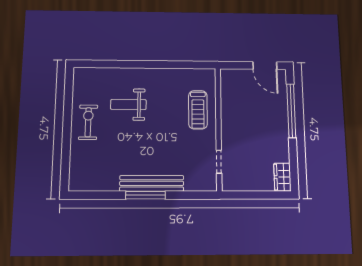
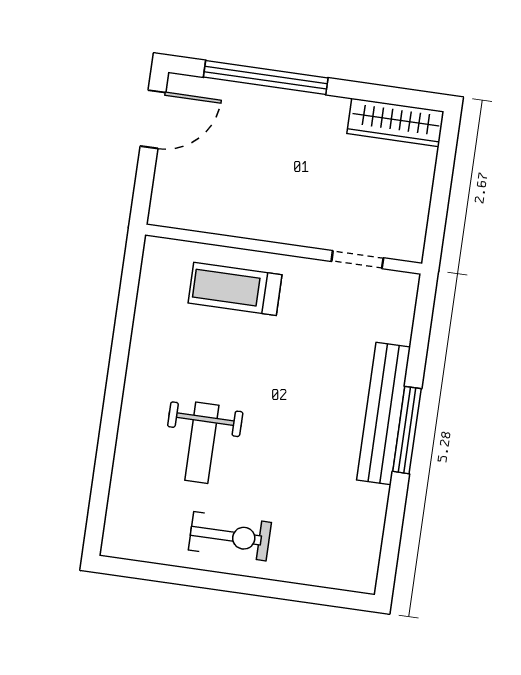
treadmill: (198, 110) -> (235, 289), turned 180
exercise bike: (88, 122) -> (230, 536), turned 180
wardrobe: (282, 177) -> (395, 122), width x1.50

